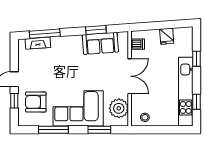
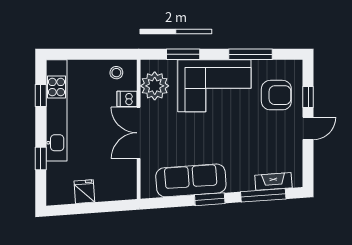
window: (96, 30) -> (210, 199), moved
sofa: (100, 43) -> (191, 180), width x1.36
dishwasher: (138, 44) -> (127, 99), moved

